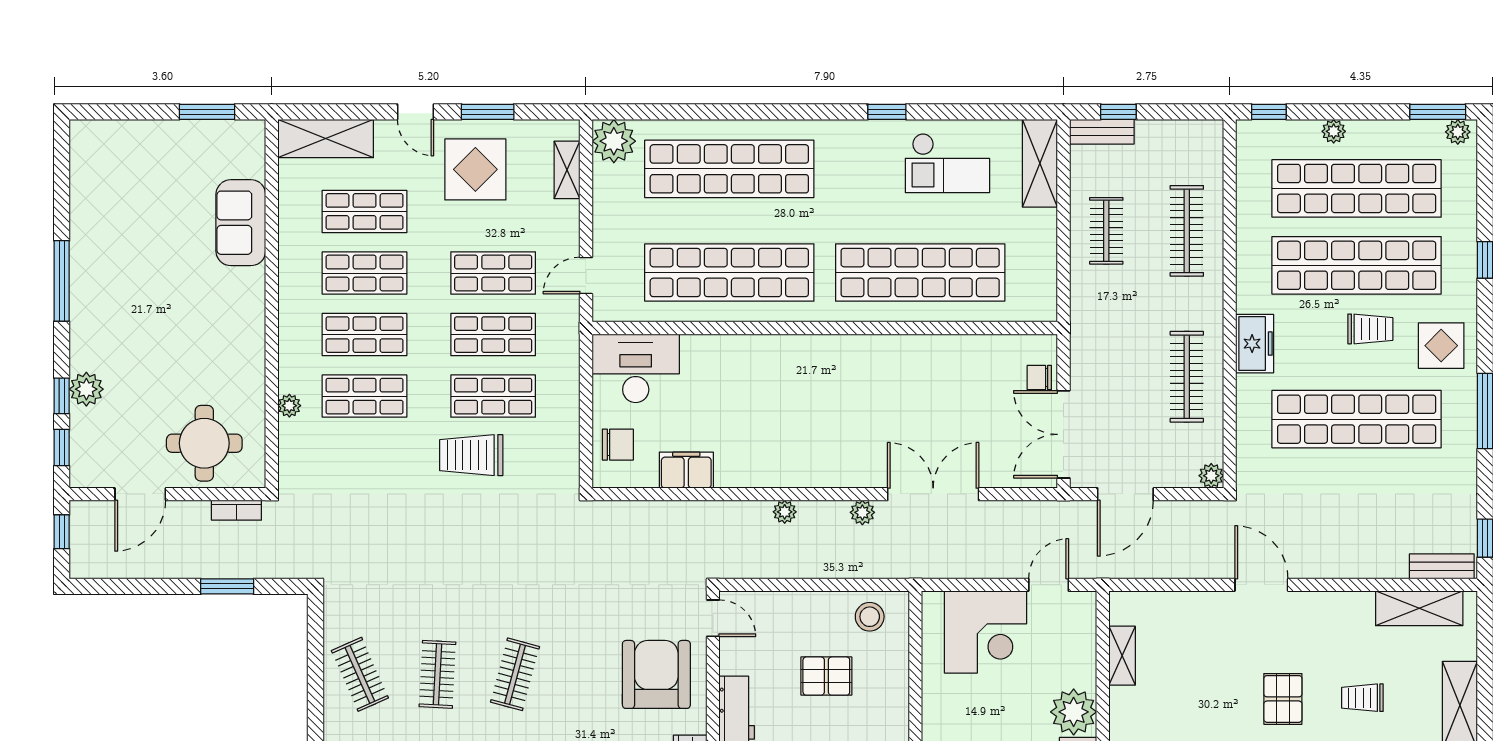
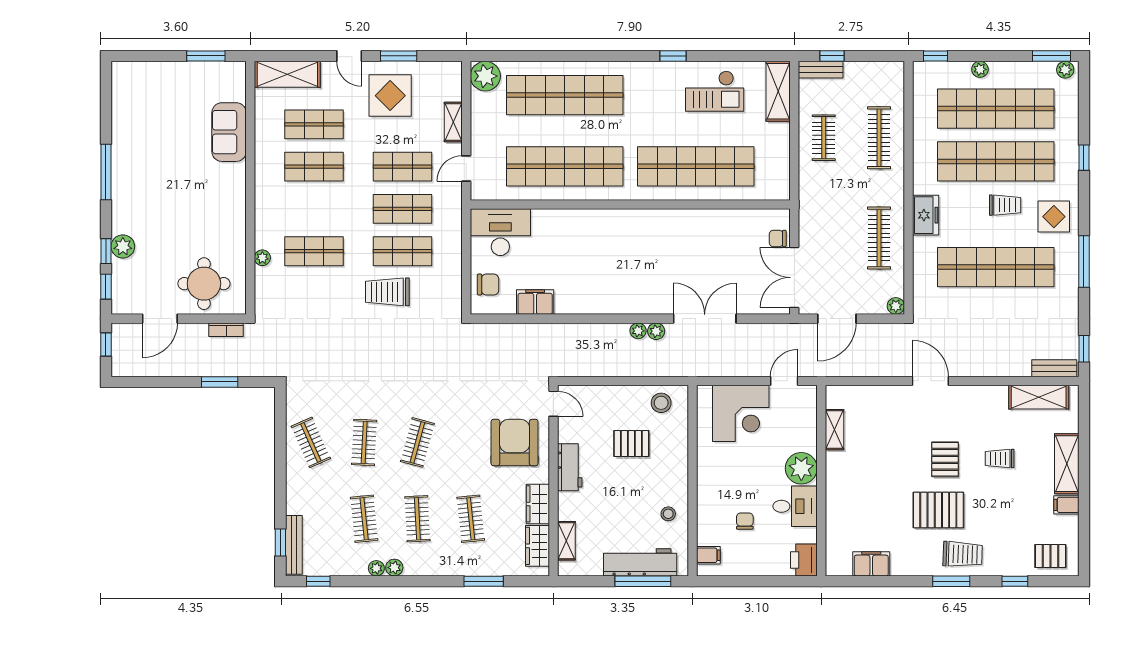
shelving: (567, 170) -> (453, 122), moved
shop shelf: (365, 335) -> (314, 209), removed
plant: (785, 512) -> (638, 331), moved

